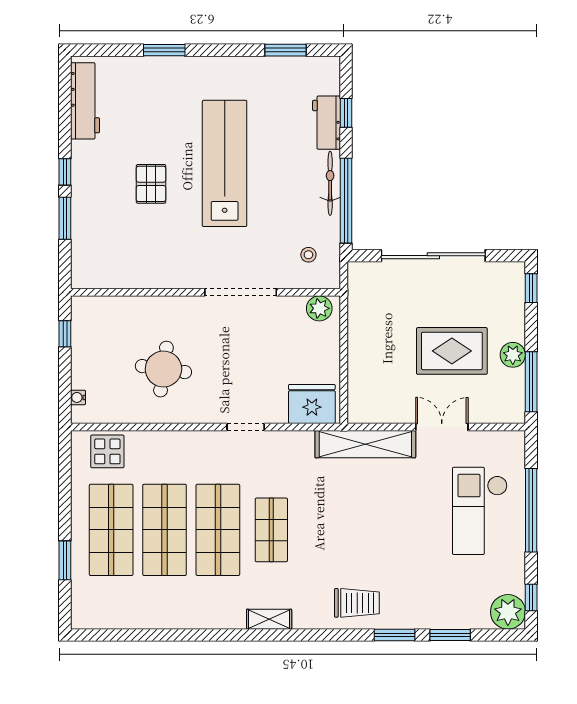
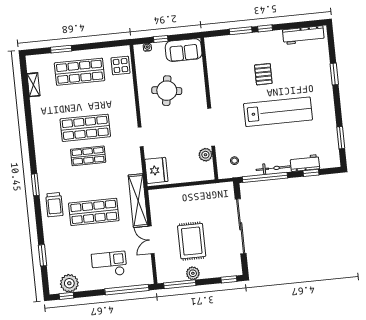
pallet: (151, 184) -> (263, 74), turned 90
plant: (319, 308) -> (205, 155), moved
sofa: (90, 330) -> (184, 50), added
window: (65, 334) -> (161, 39), moved
double door: (442, 427) -> (151, 240), swing flipped
window: (531, 510) -> (127, 290), moved
checkout: (480, 511) -> (109, 264), width x0.73, depth x0.83
shop shelf: (165, 530) -> (94, 212), moved
plant: (508, 612) -> (69, 283), moved
shelving: (269, 619) -> (33, 85), moved
window: (395, 635) -> (35, 185), moved

